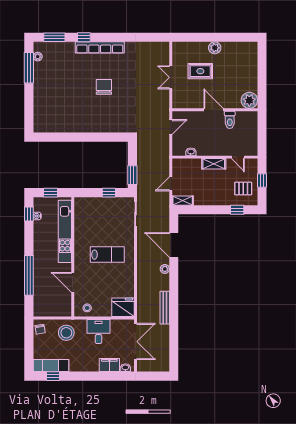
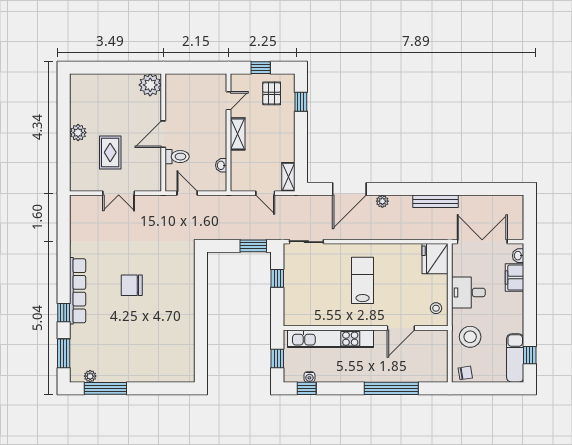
toilet: (230, 120) -> (177, 157), moved

